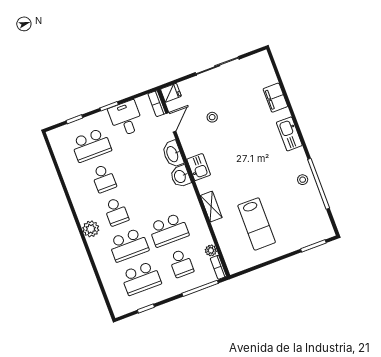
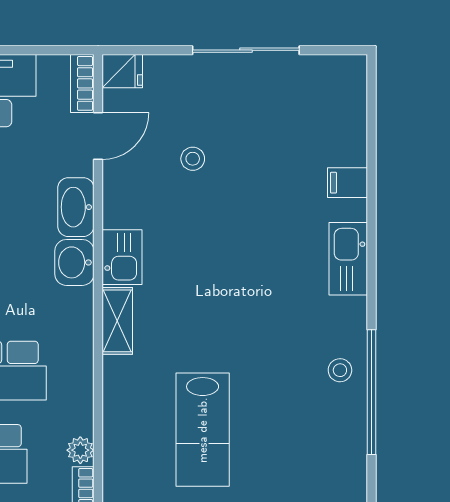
filing cabinet: (275, 98) -> (347, 183), width x0.50
shelving: (211, 207) -> (117, 321), moved

